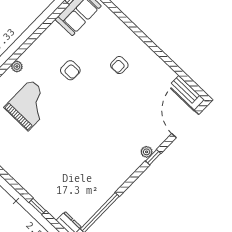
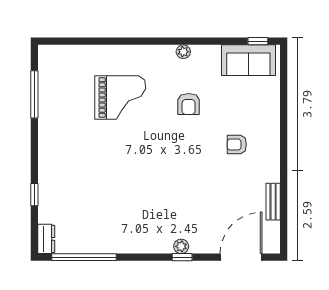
plant: (17, 66) -> (183, 52), moved
bench: (185, 89) -> (273, 202), moved

